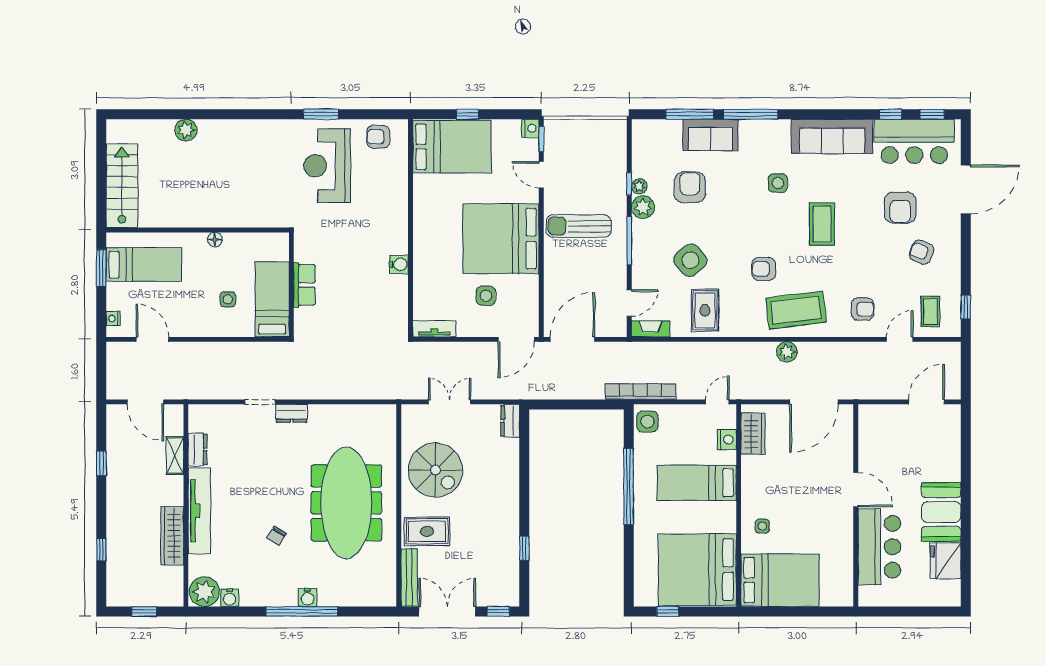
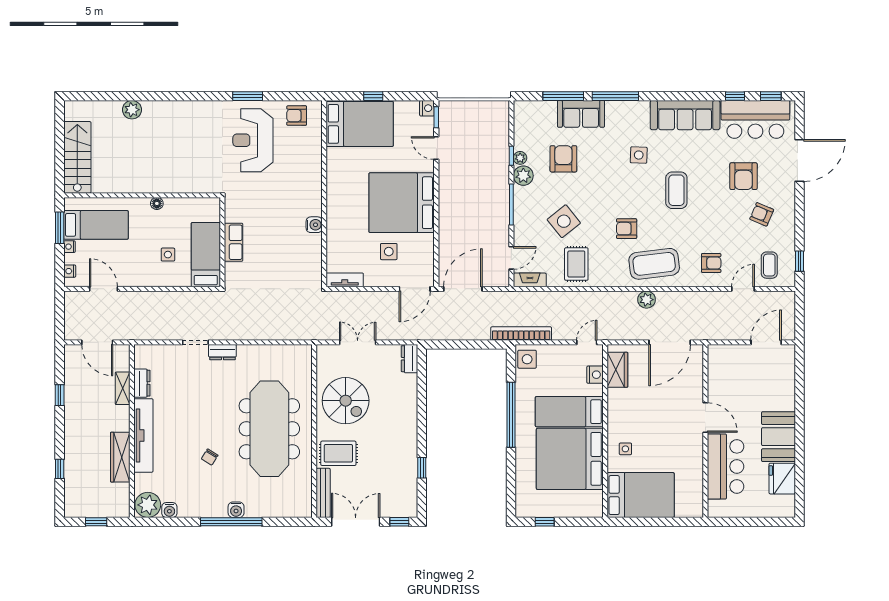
sun lounger: (579, 226) -> (468, 192), removed
nightstand: (113, 290) -> (69, 247), added
bed: (697, 570) -> (570, 459), moved

